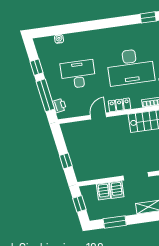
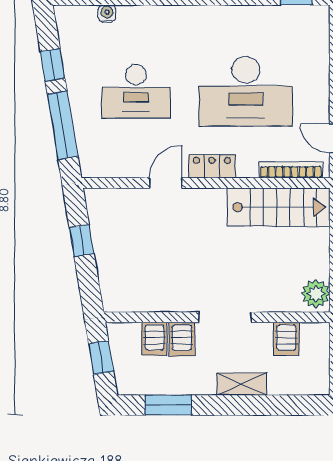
desk: (78, 74) -> (136, 91), turned 180
printer: (59, 106) -> (88, 150), removed
window: (66, 161) -> (82, 241), moved

